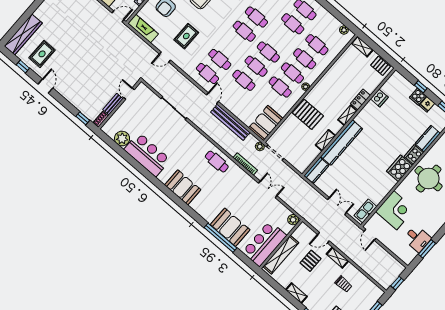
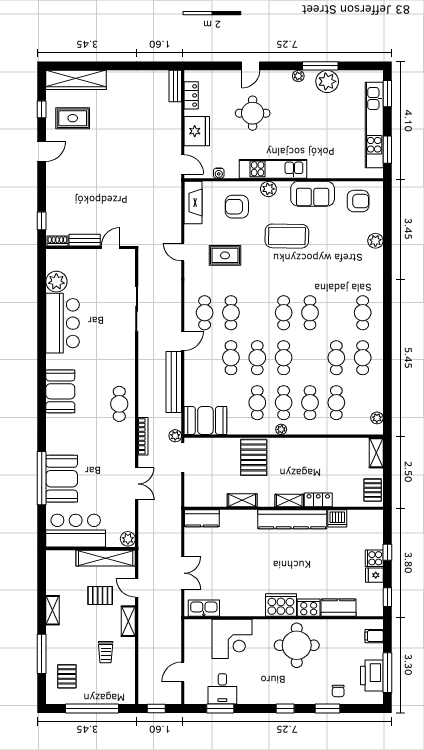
kitchen counter: (342, 143) -> (292, 519), moved
door: (370, 235) -> (183, 672), moved
shelving: (281, 255) -> (106, 558), moved

